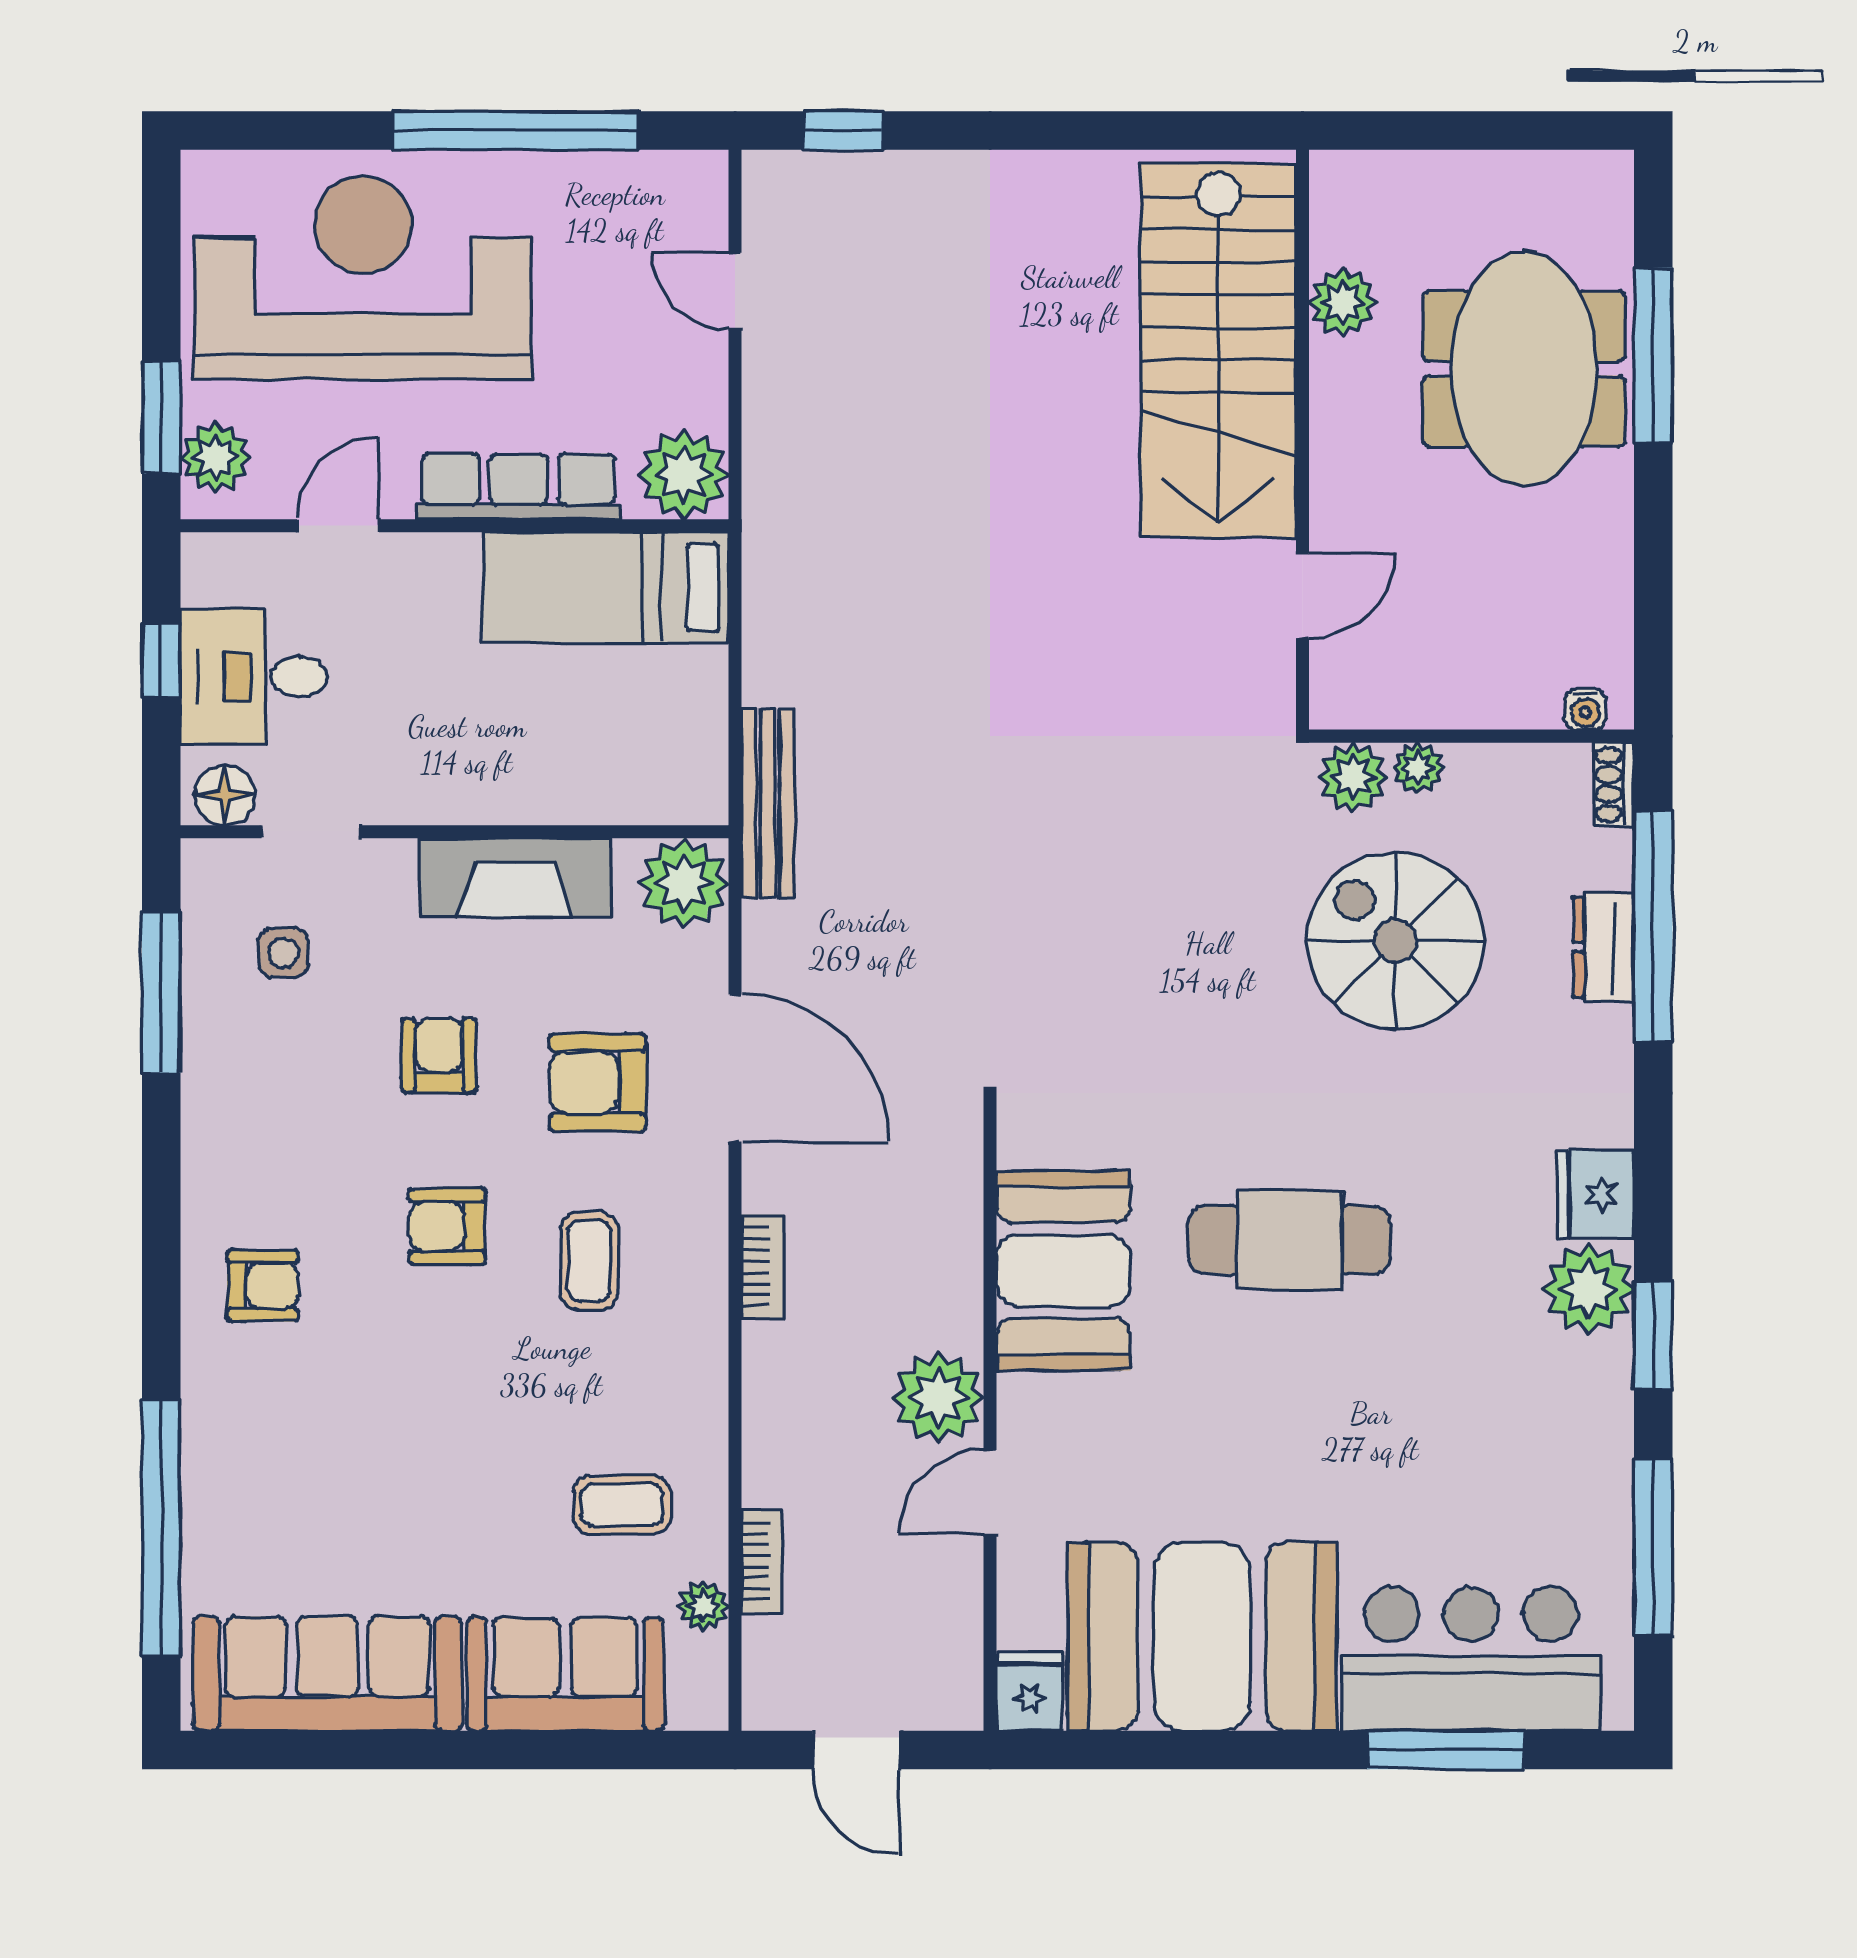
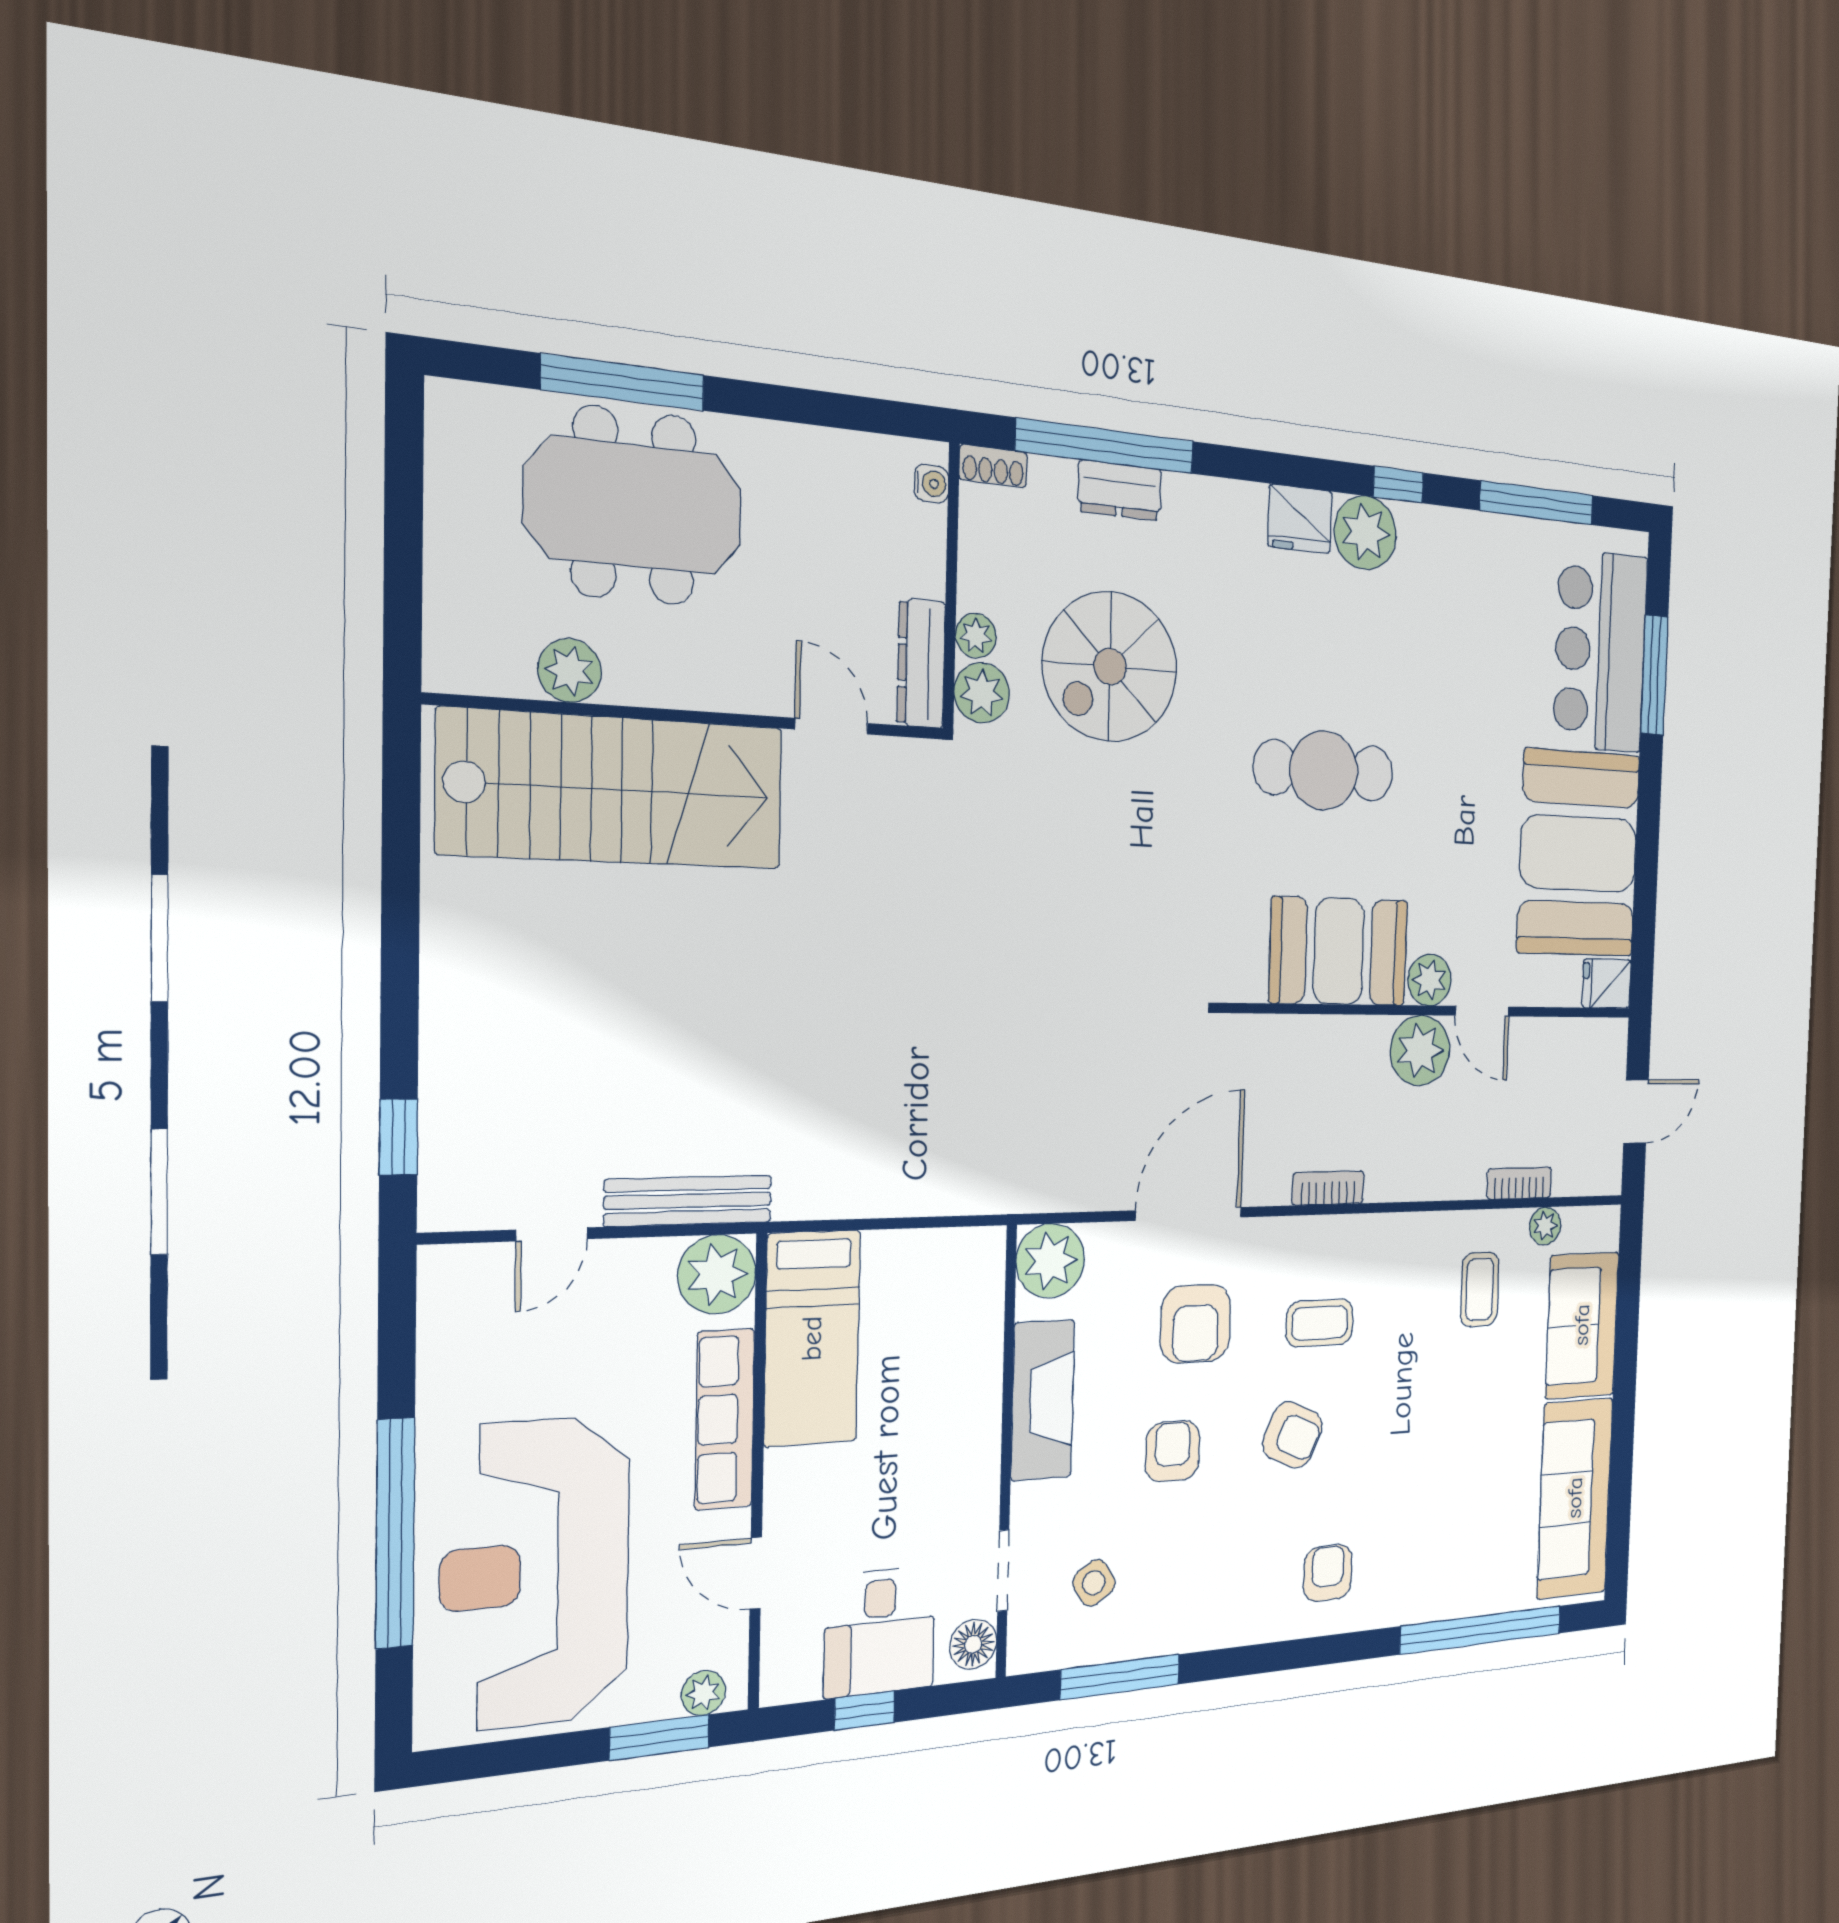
window: (516, 130) -> (395, 1533), moved
plant: (215, 458) -> (703, 1693), width x0.73, depth x0.73
dresser: (1381, 702) -> (921, 664), added
bench: (768, 803) -> (688, 1201), moved
side table: (284, 953) -> (1094, 1583), turned -33
armchair: (439, 1056) -> (1173, 1451), turned 90
armchair: (447, 1226) -> (1293, 1435), turned -65
cafe table: (1289, 1240) -> (1324, 770), turned 90
window: (1653, 1335) -> (1398, 485), width x0.67
plant: (1030, 1408) -> (1430, 980), added

